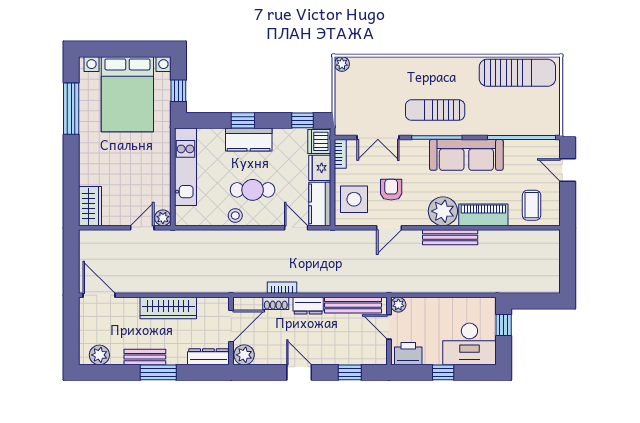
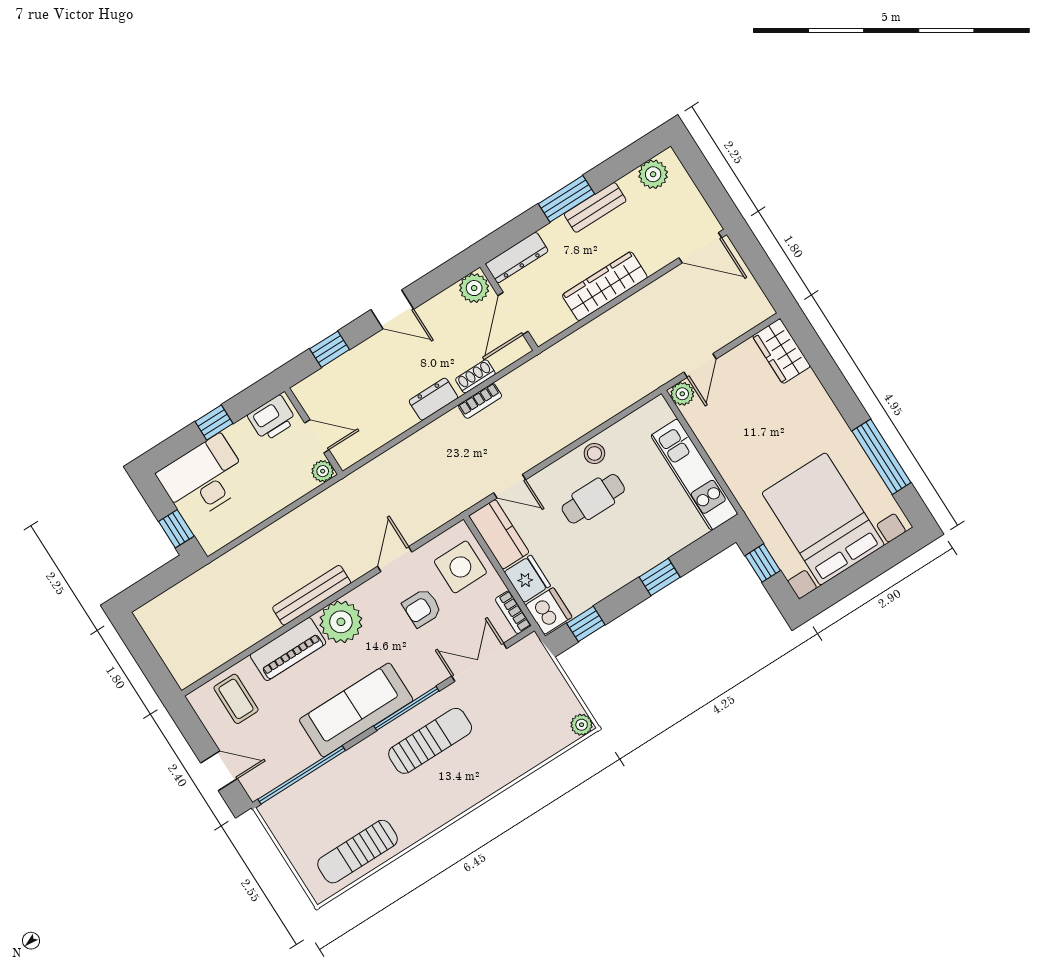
sun lounger: (517, 73) -> (358, 852), width x0.73, depth x0.75
kitchen counter: (249, 140) -> (638, 558), removed
armchair: (391, 190) -> (422, 608), turned 90
bench: (353, 305) -> (378, 435), removed

